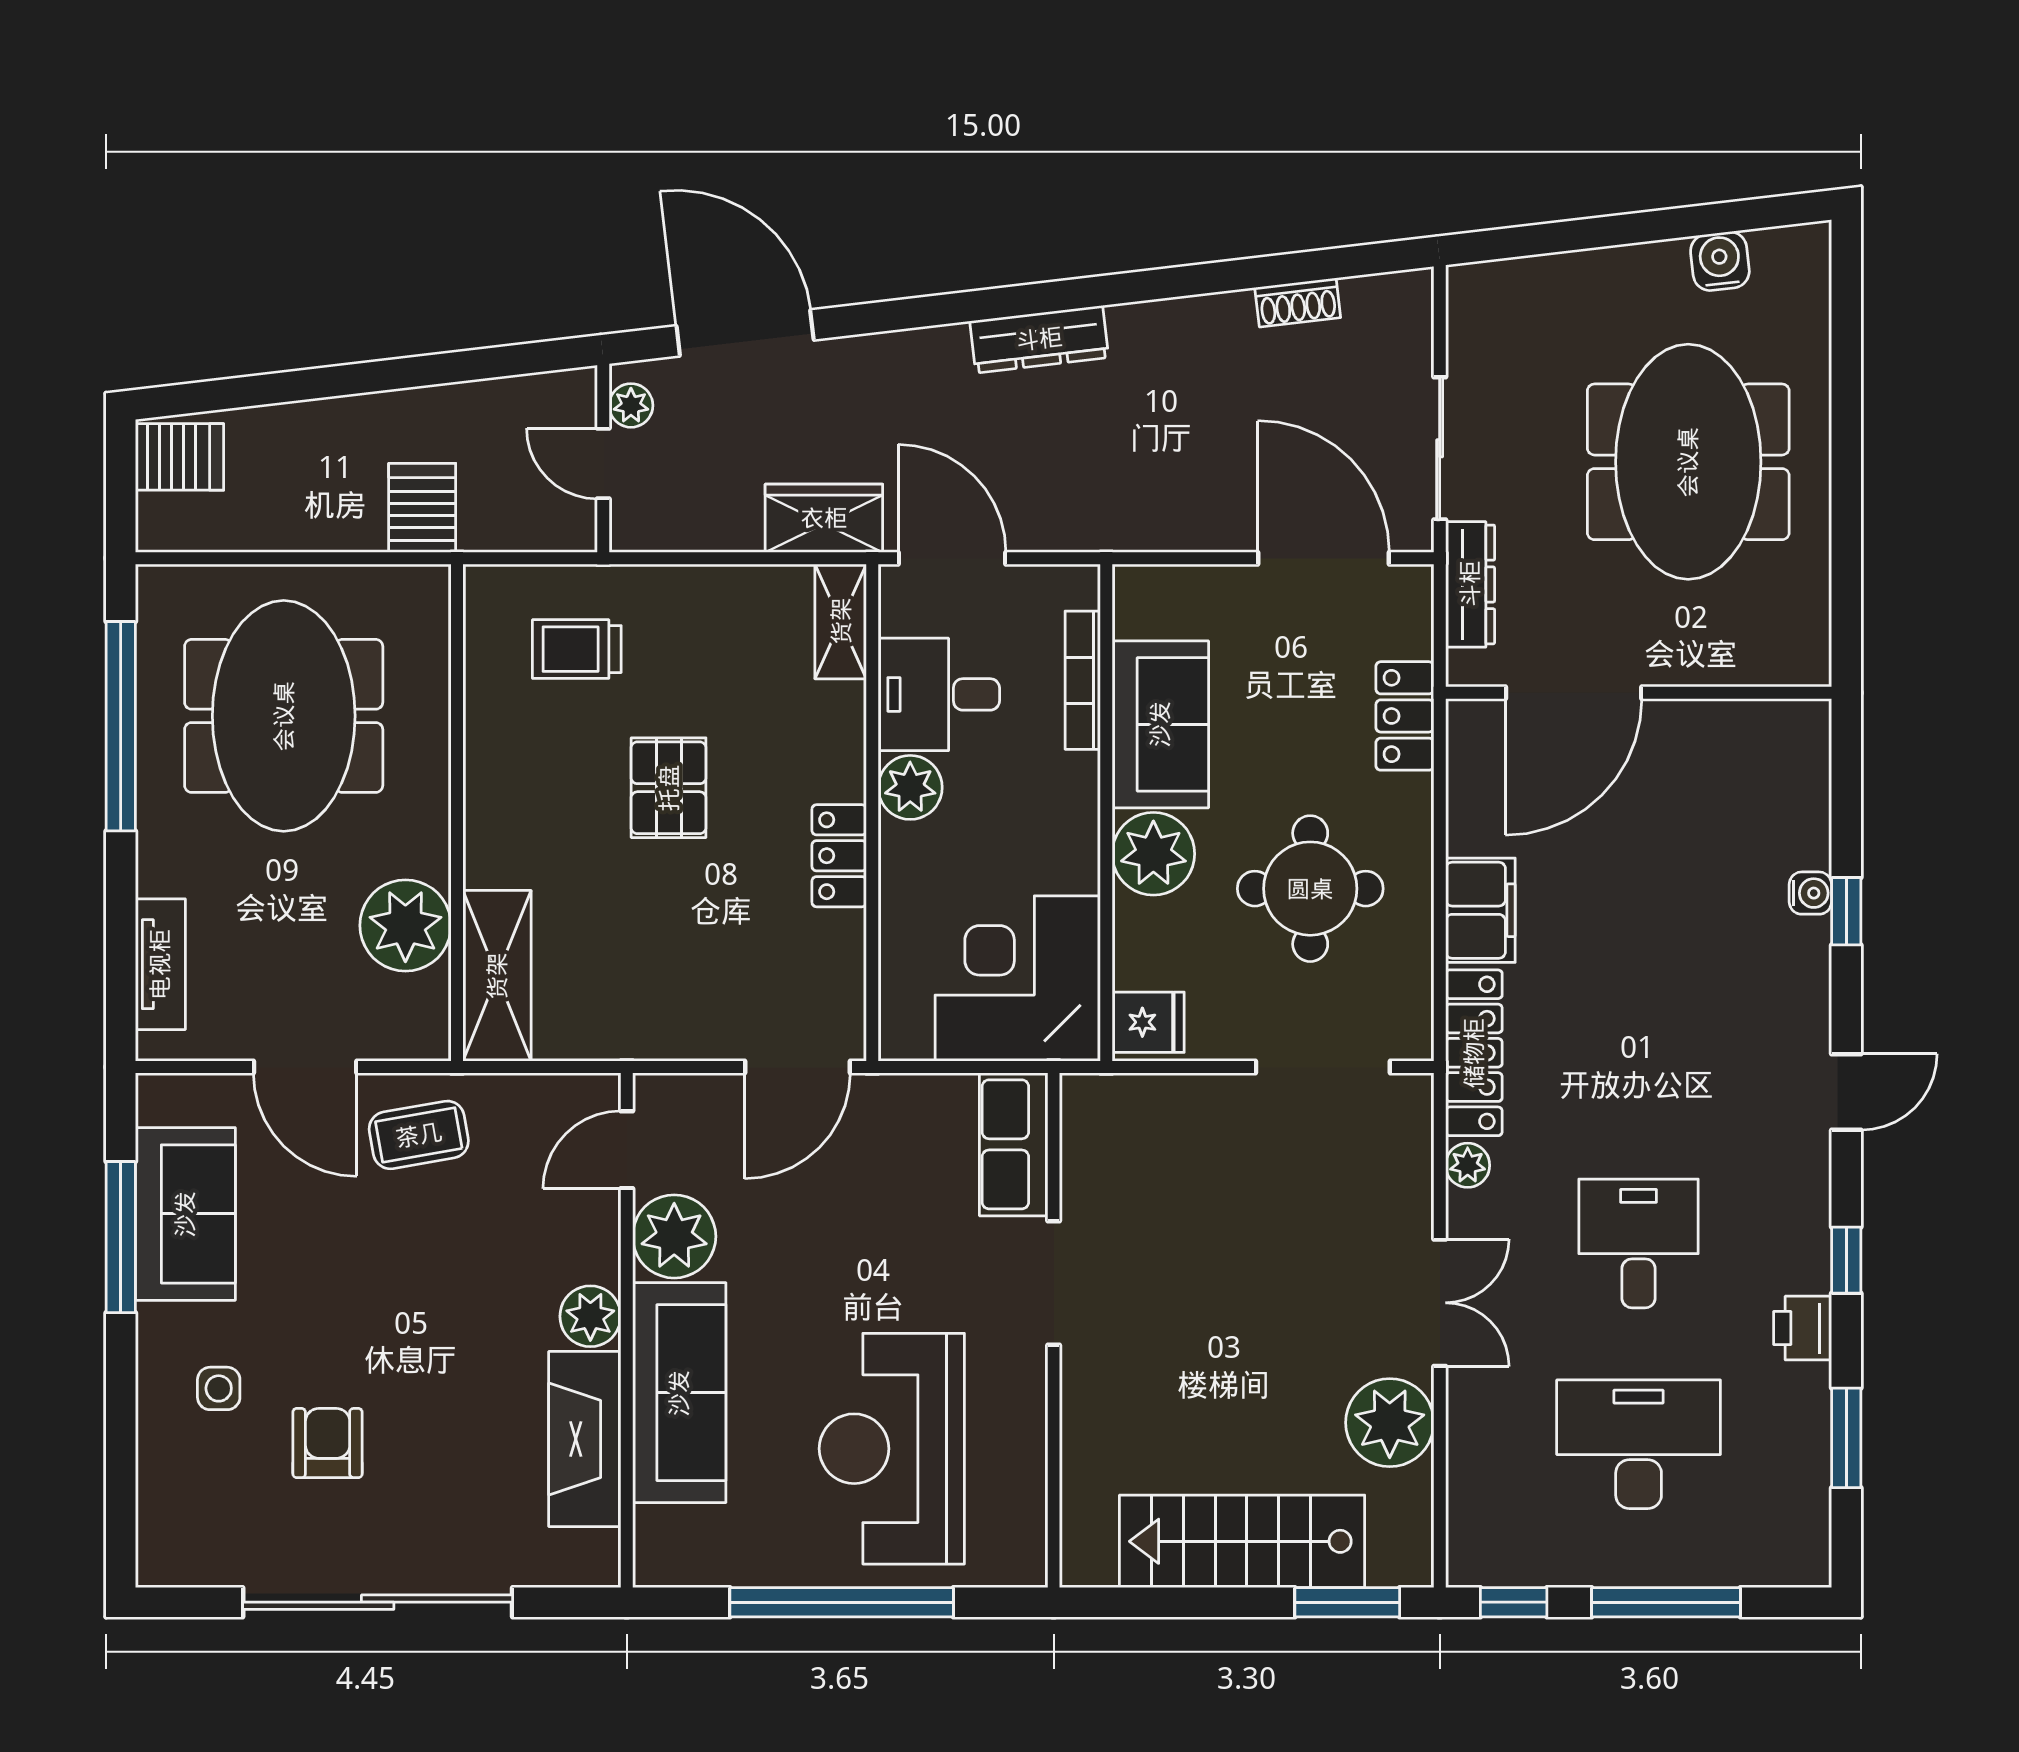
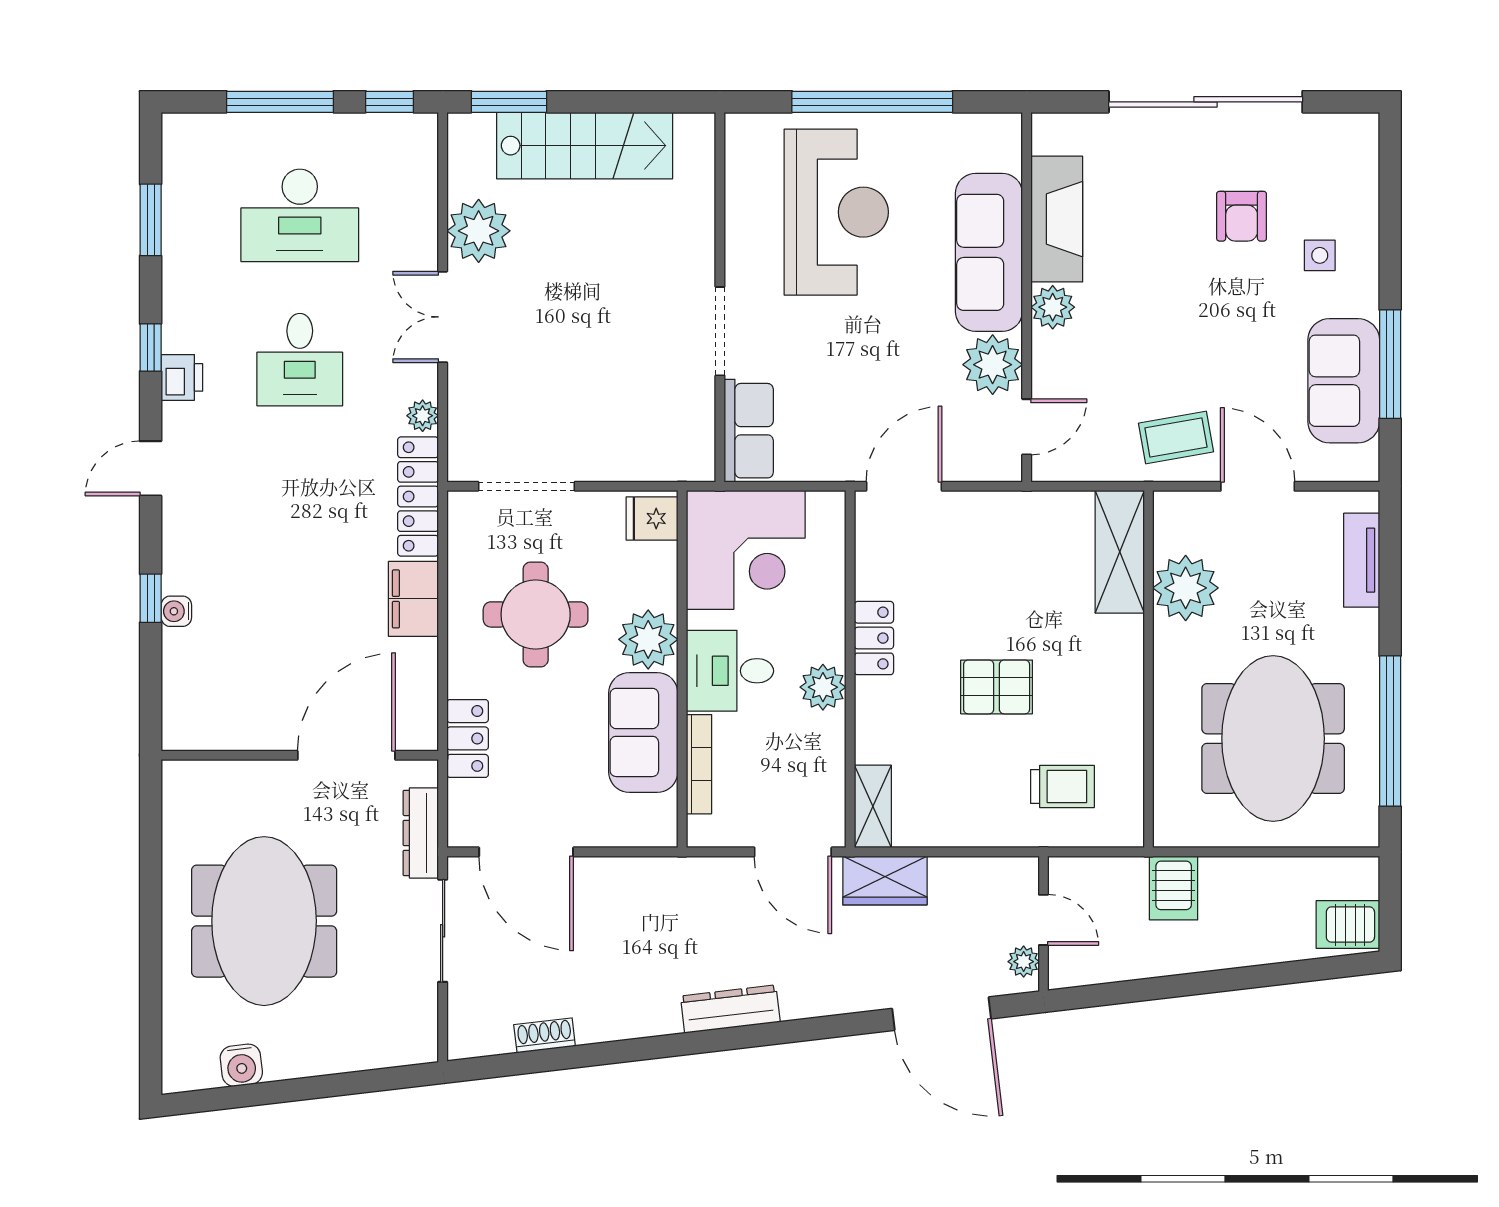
desk: (939, 694) -> (730, 671), moved, turned 180
pallet: (669, 788) -> (997, 687), turned 90
printer: (1803, 1328) -> (182, 377), moved

